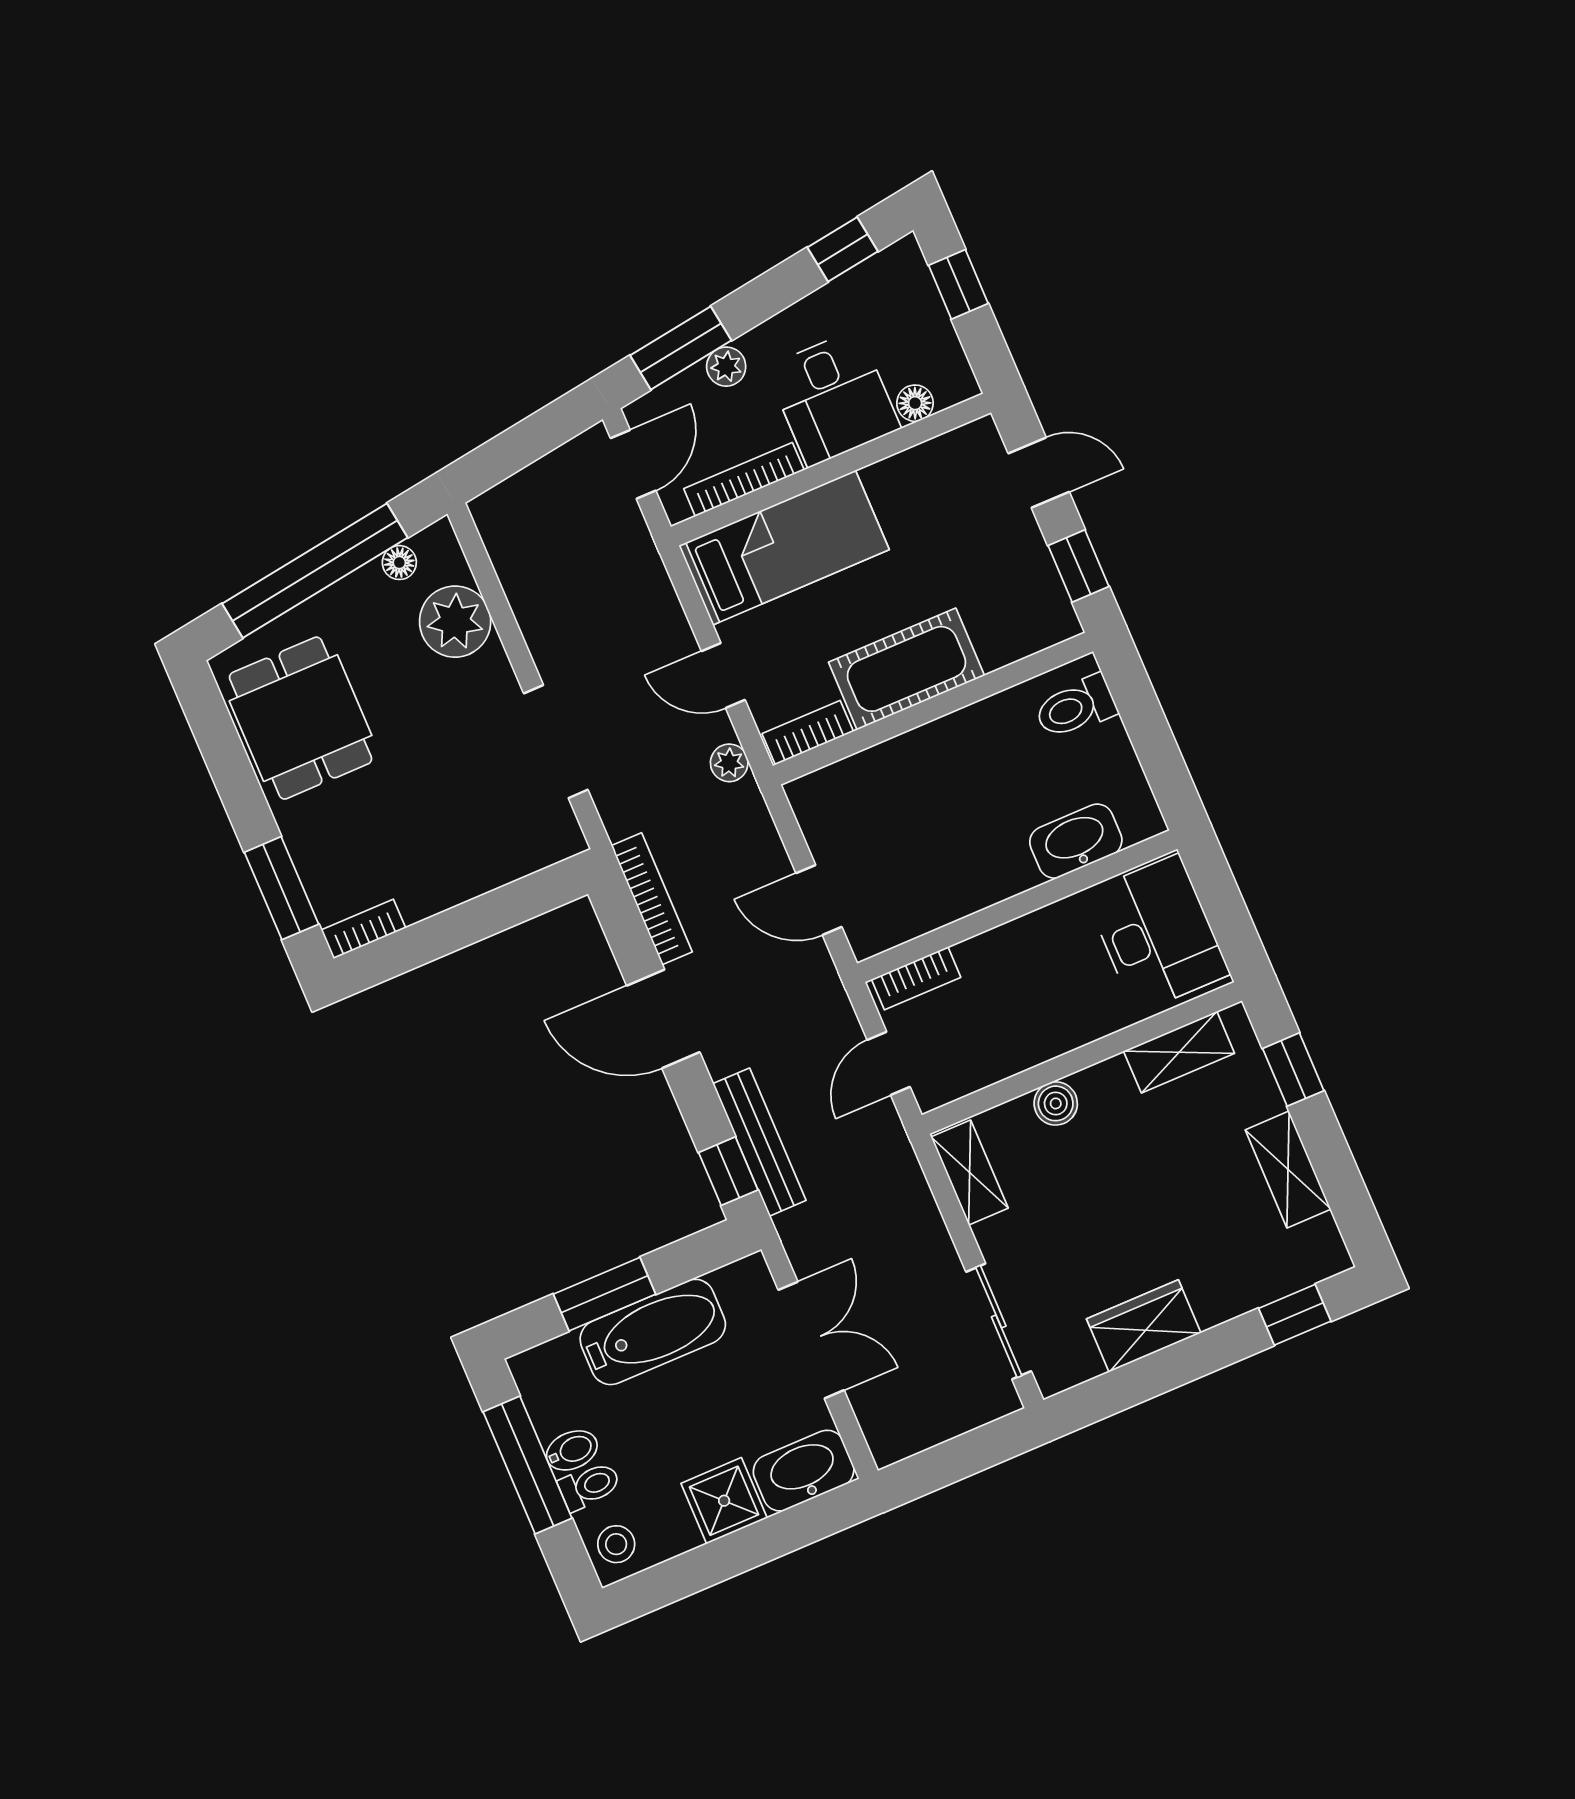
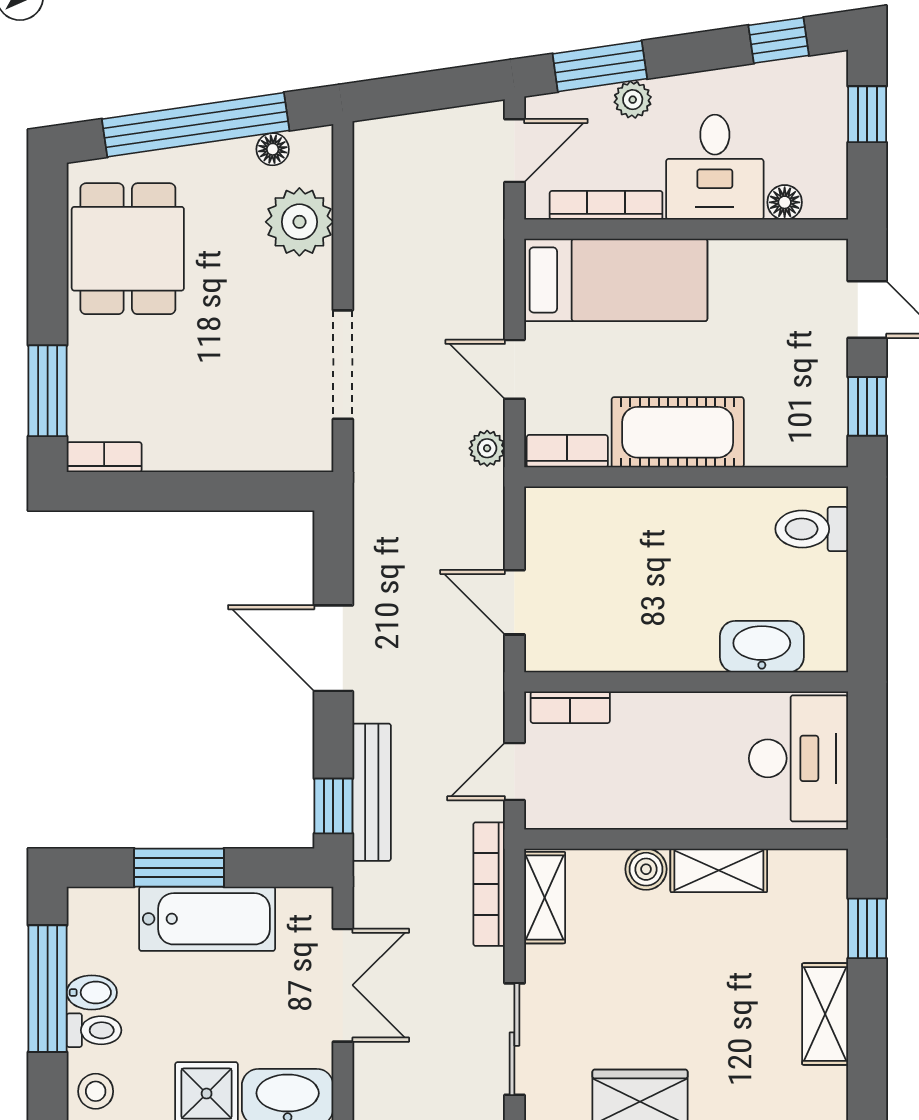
bookcase: (652, 899) -> (489, 884), moved, turned 180
shelving: (1179, 1052) -> (719, 870), moved

